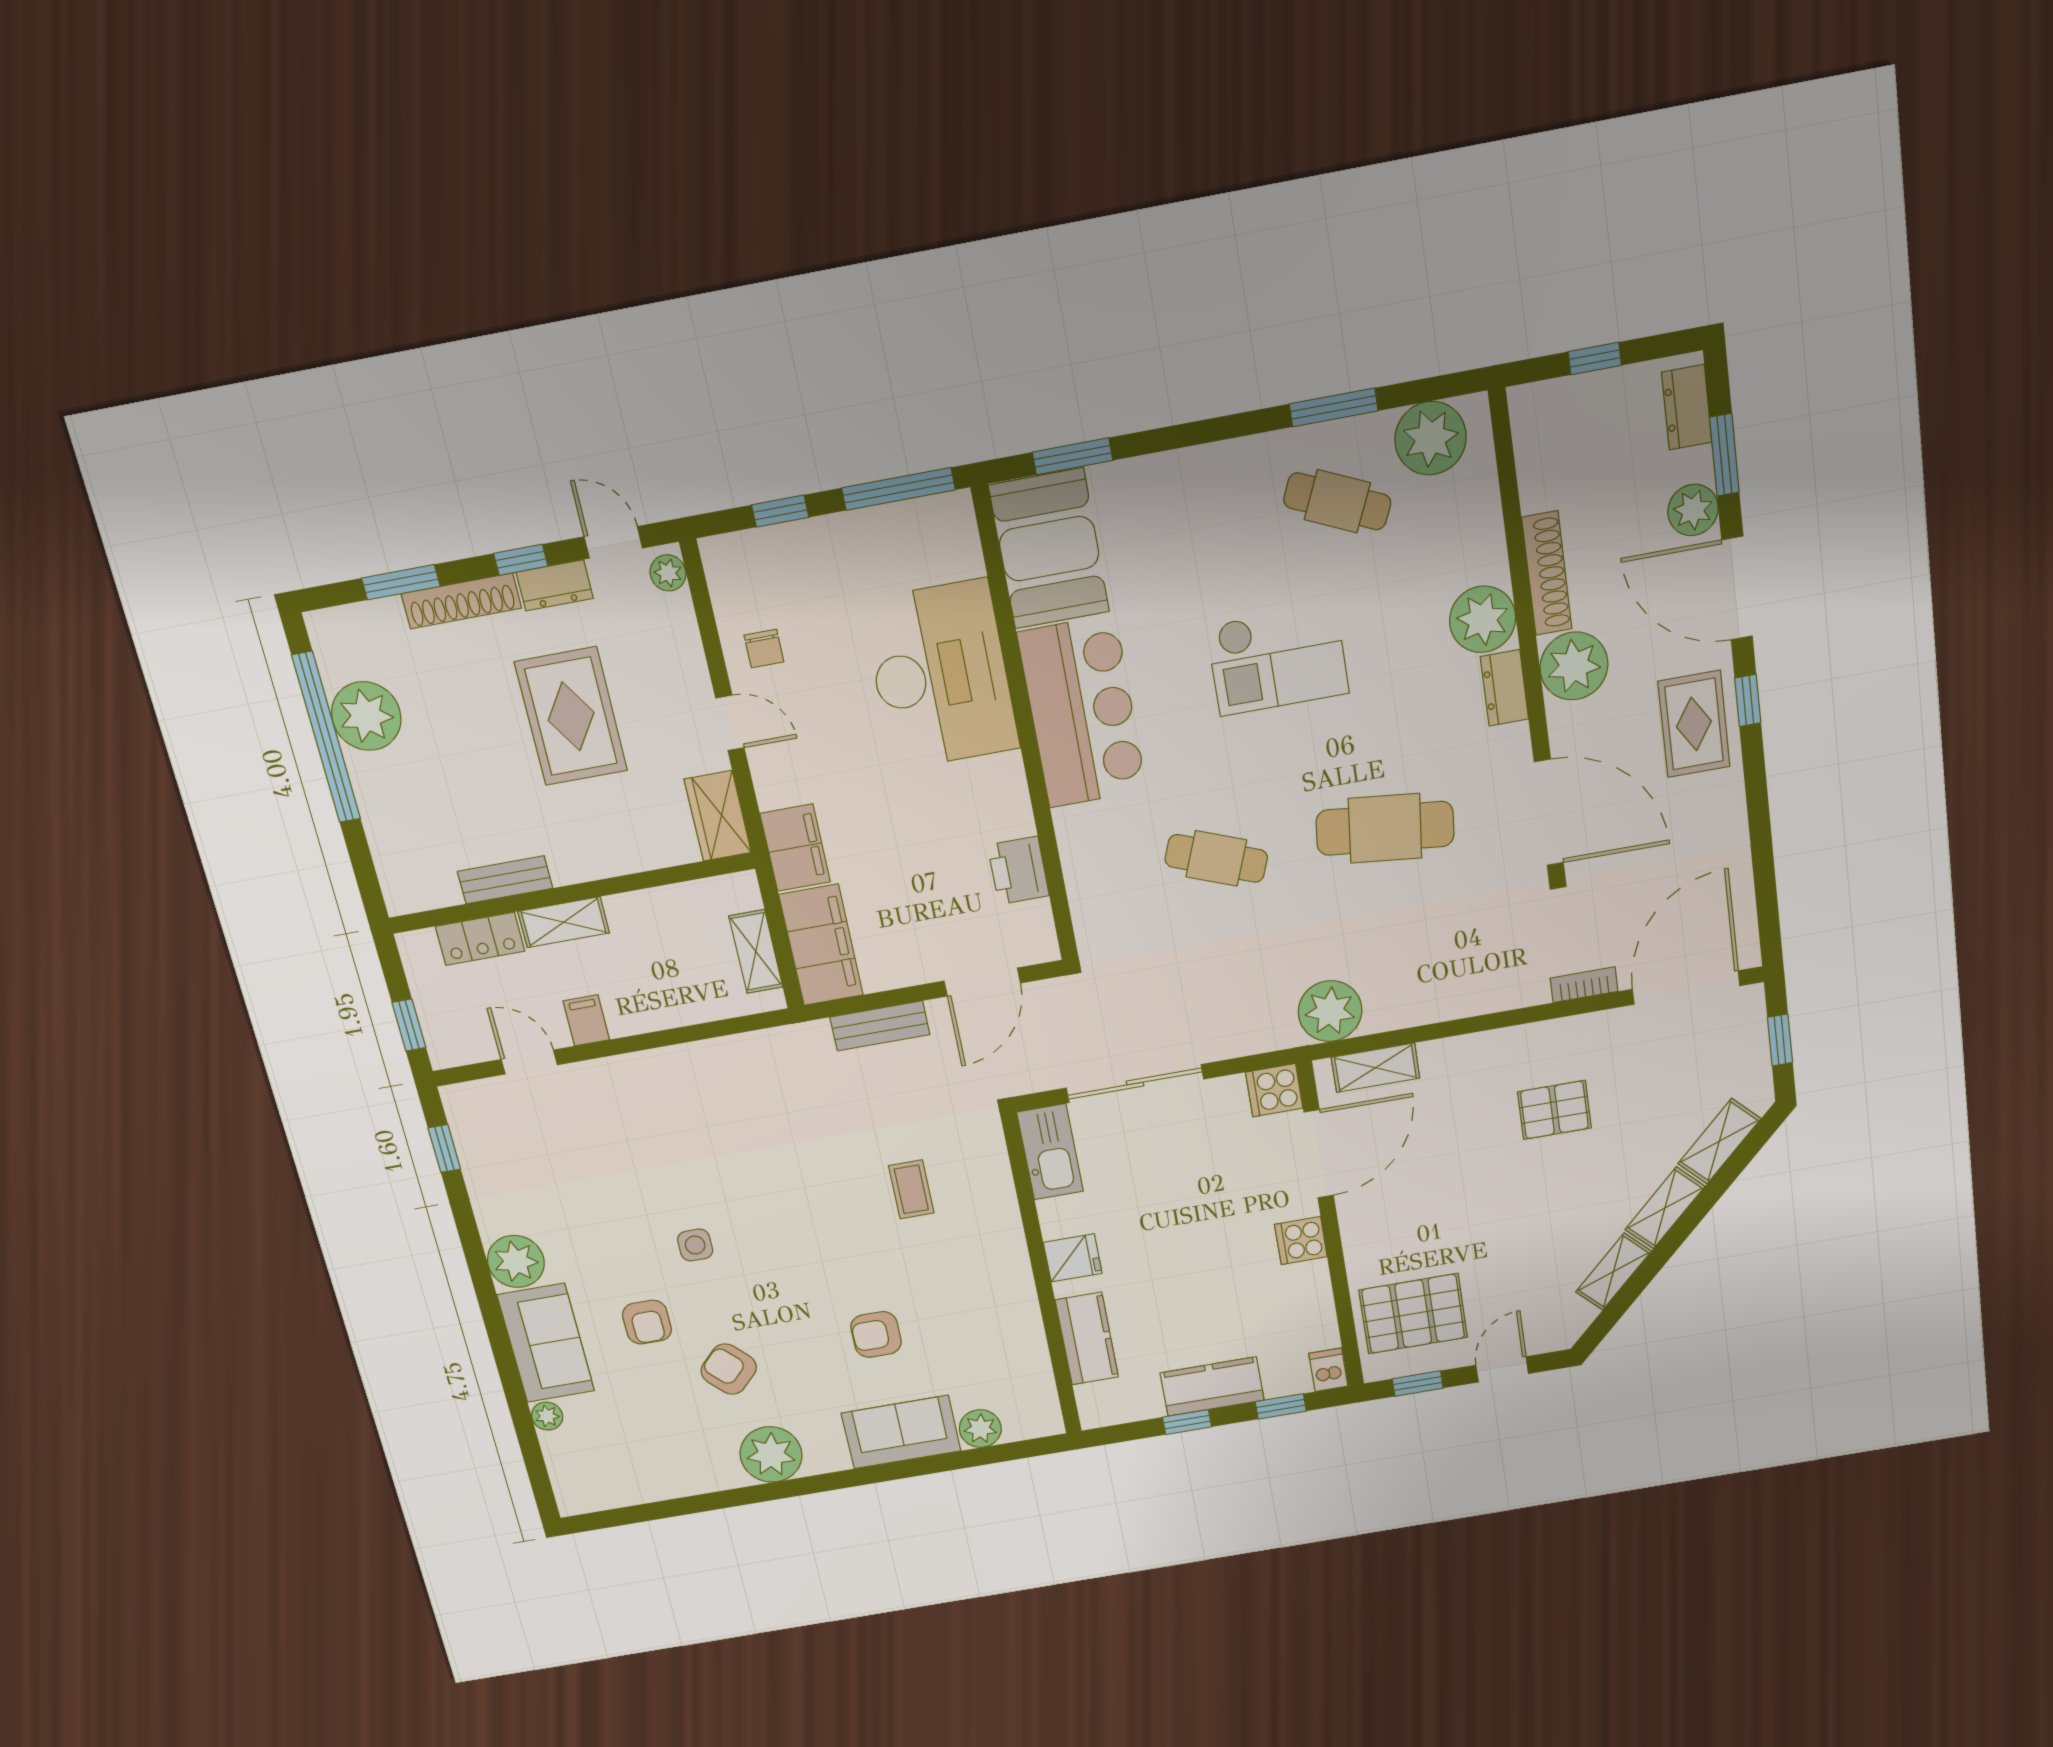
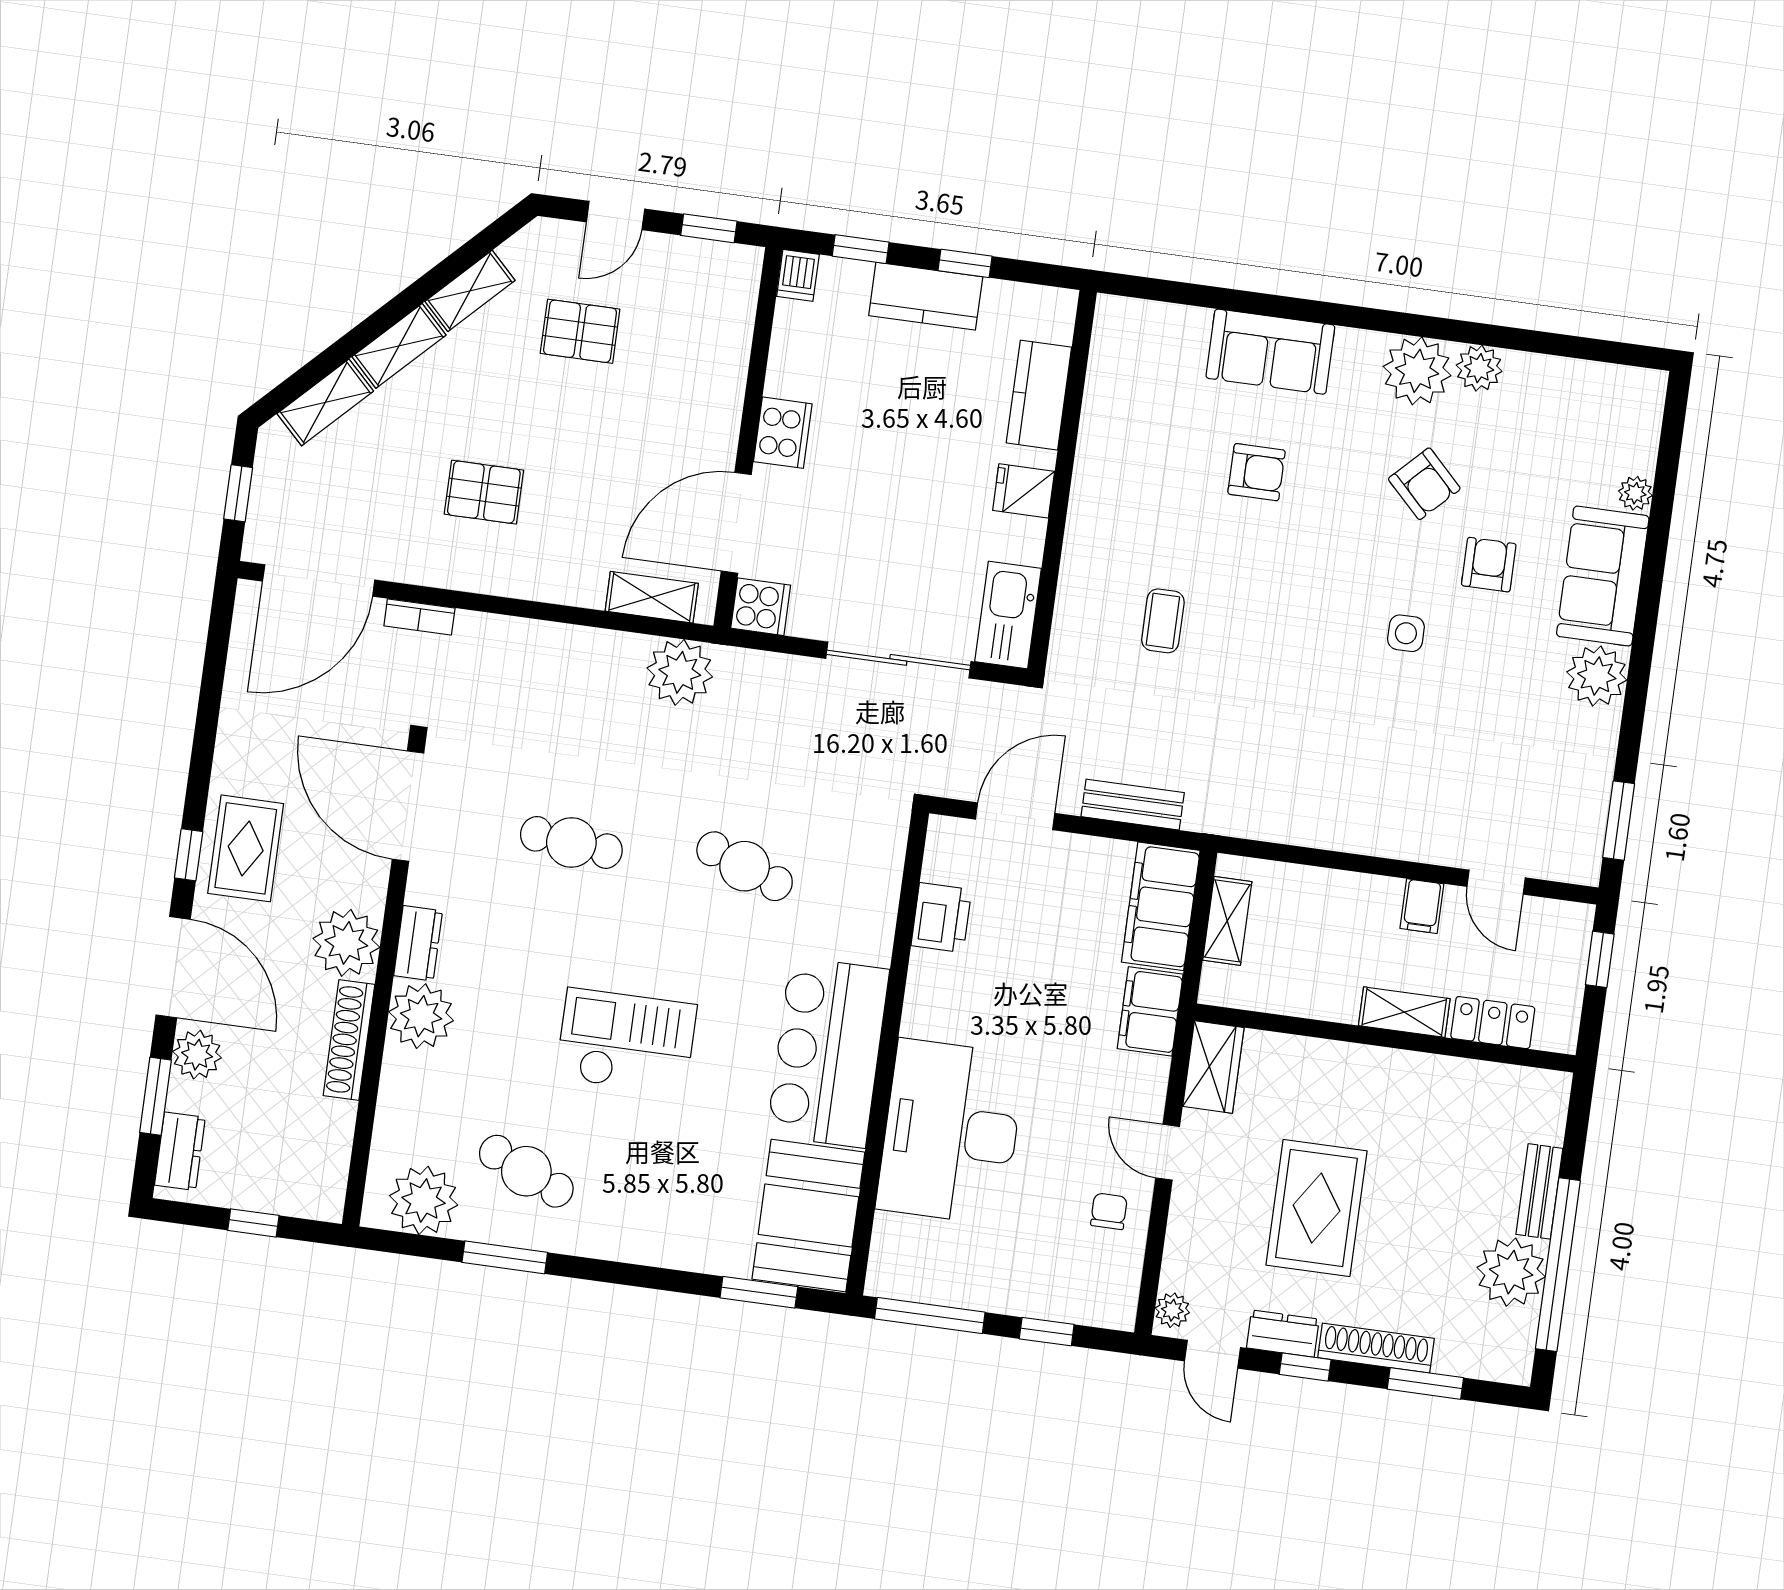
cafe table: (1385, 828) -> (571, 842), width x0.73, depth x0.74
bench: (505, 880) -> (1539, 1191), moved, turned 90
window: (444, 1148) -> (1619, 821), width x1.50
cooker: (1301, 1241) -> (783, 433), width x1.36
pallet: (1413, 1314) -> (580, 331), moved, width x0.67, depth x0.71
plant: (980, 1429) -> (1479, 368), moved

